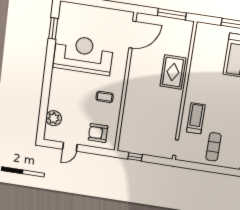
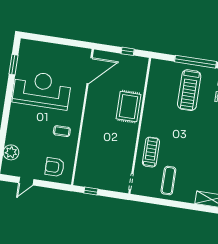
window: (172, 14) -> (128, 51), width x0.46

